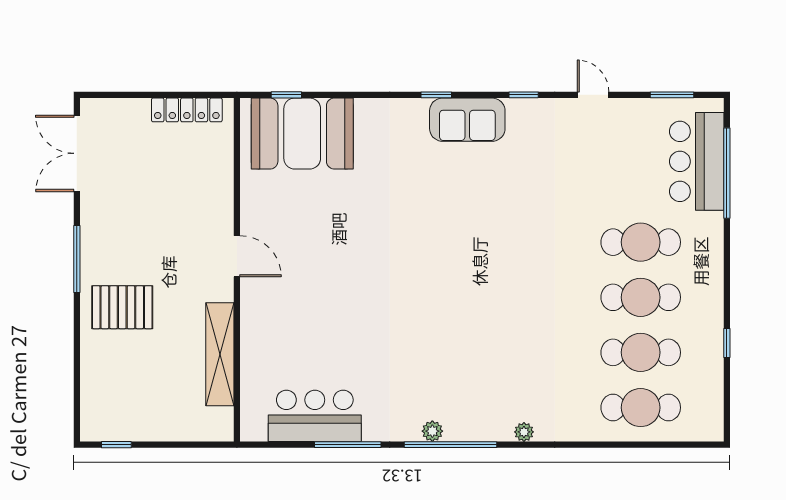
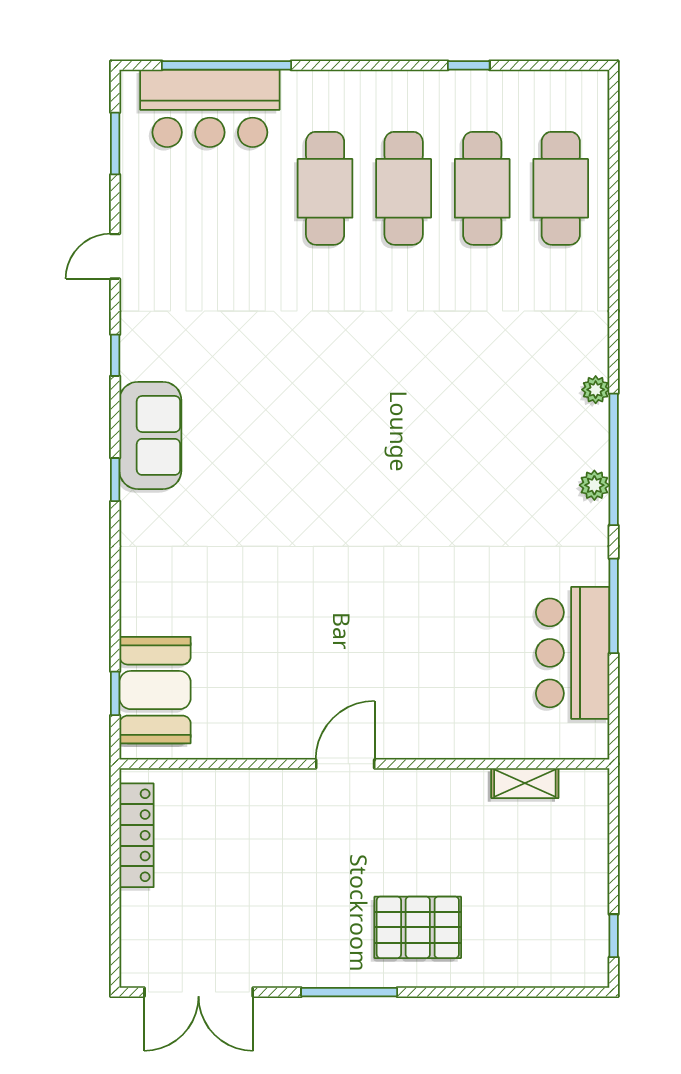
booth: (302, 134) -> (155, 690), width x0.73, depth x0.70
pallet: (122, 307) -> (418, 927), turned 90
shelving: (220, 354) -> (525, 783), width x0.45, depth x0.75
plant: (524, 432) -> (596, 390), moved

